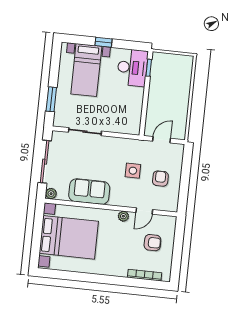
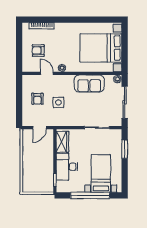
window: (104, 42) -> (90, 195), width x3.17
desk: (132, 68) -> (67, 167), moved
wardrobe: (133, 118) -> (62, 142), added
door: (144, 211) -> (47, 73), hinge flipped

